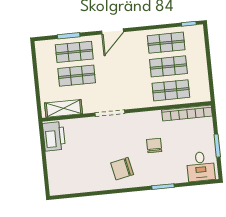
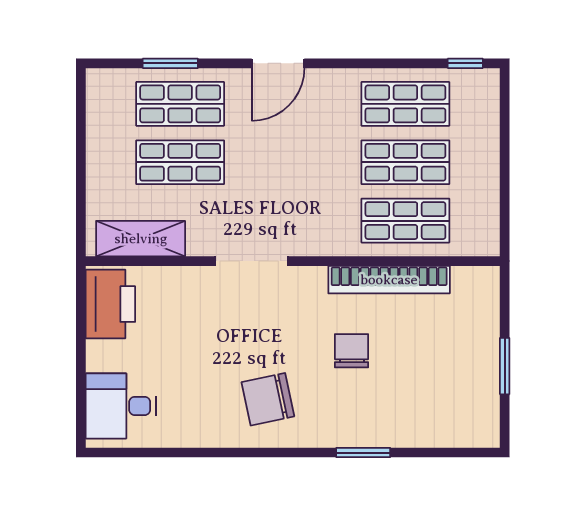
bookcase: (187, 113) -> (389, 280), moved
desk: (201, 166) -> (121, 406), moved, turned 90

